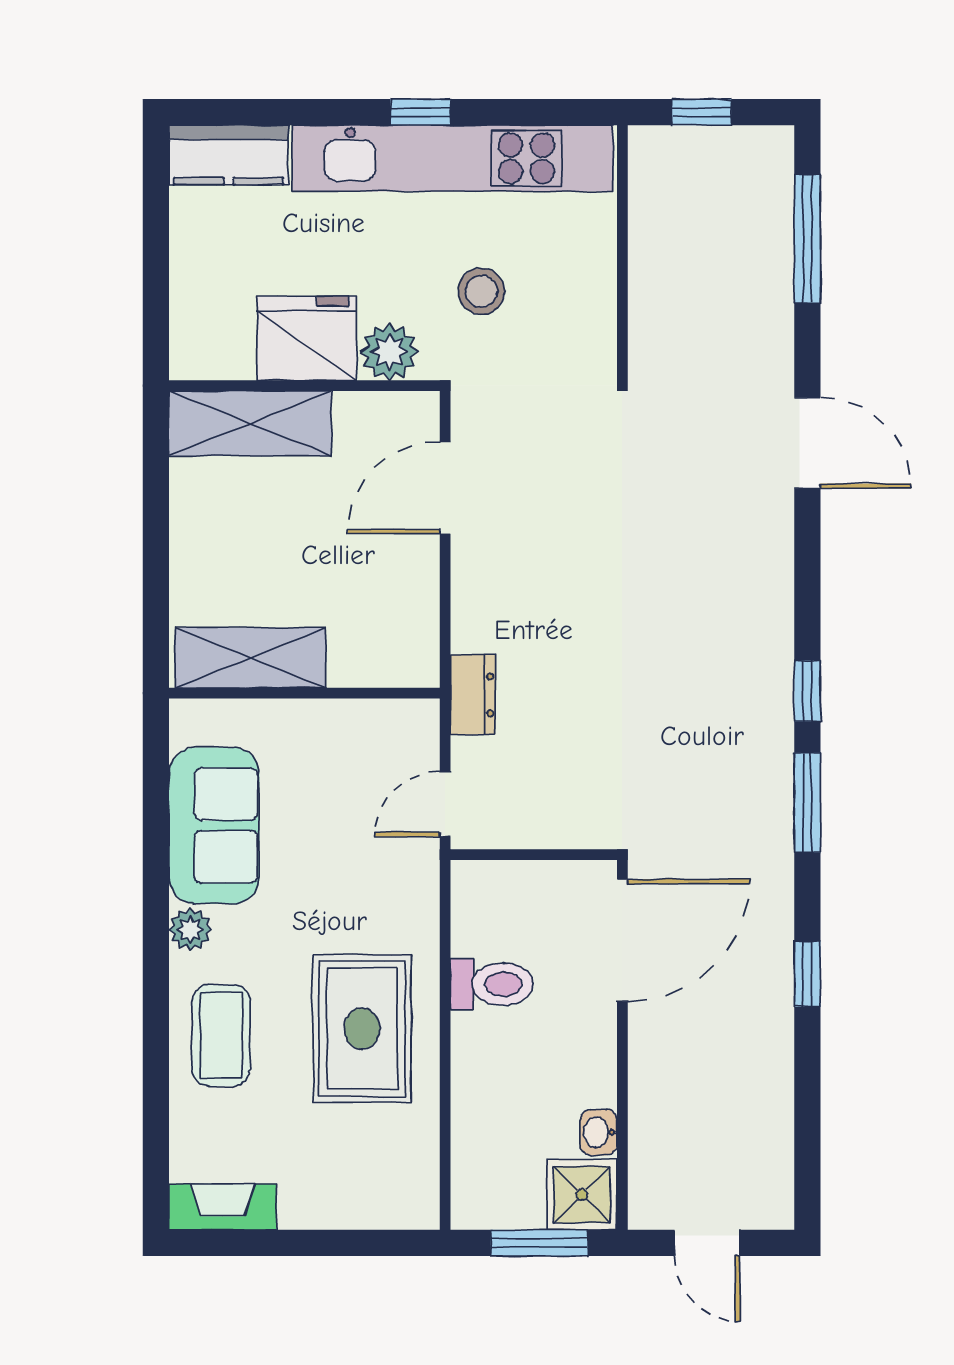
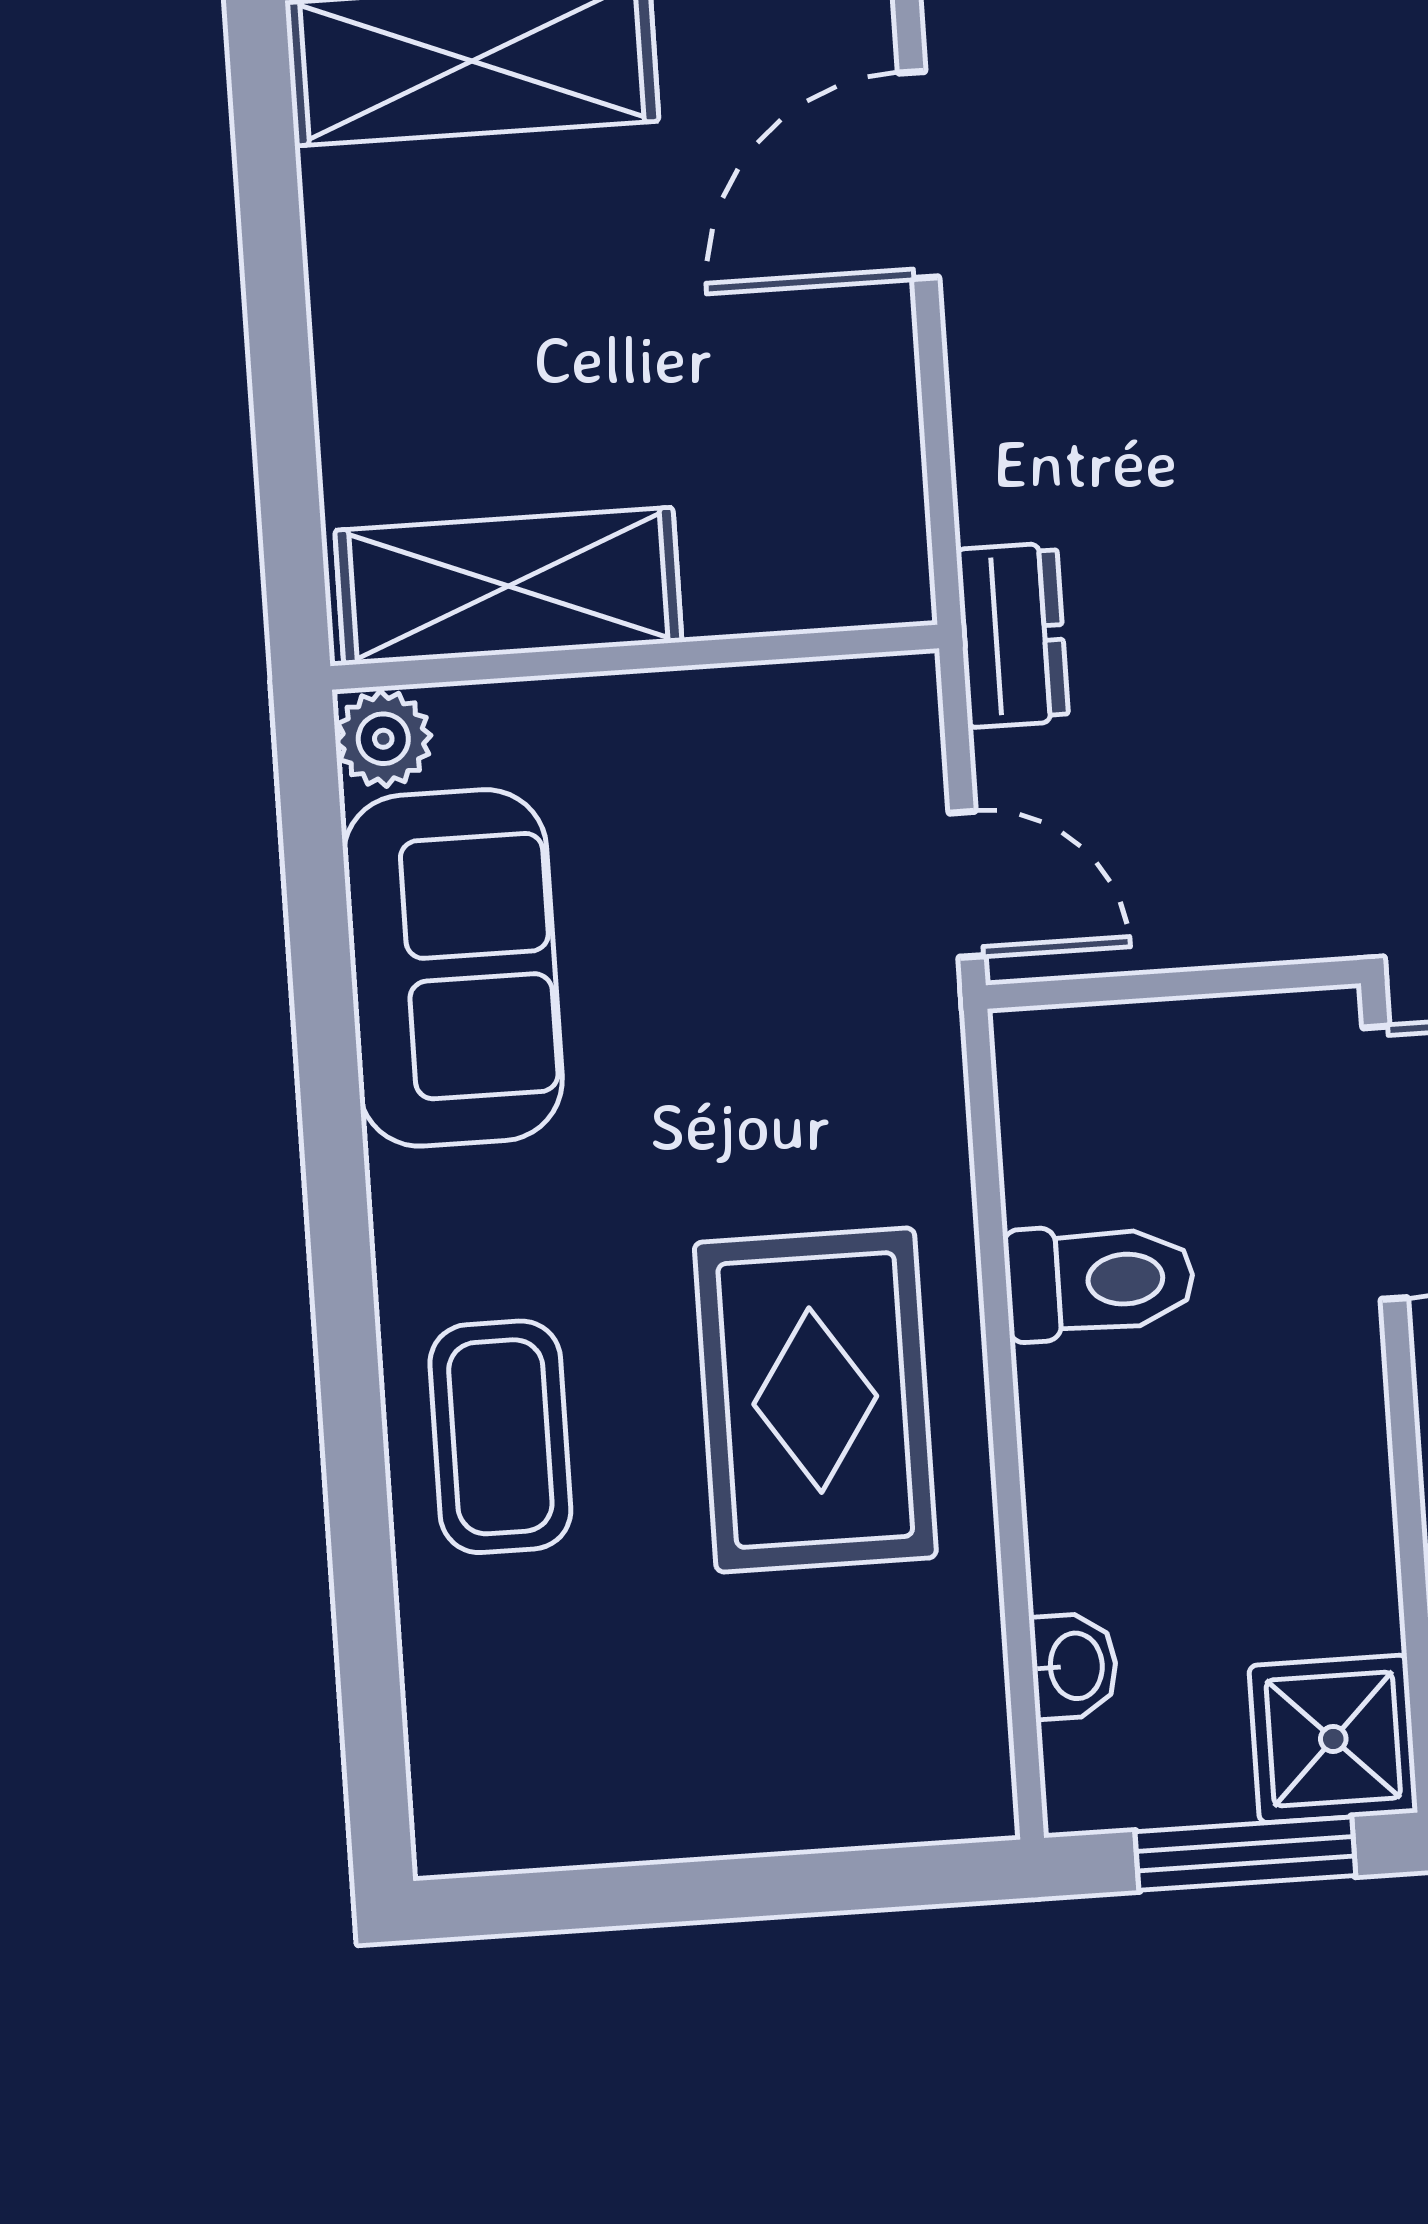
door: (445, 804) -> (967, 884), swing flipped
plant: (190, 929) -> (383, 739), moved
washbasin: (599, 1132) -> (1074, 1666), moved, turned 180
fireplace: (223, 1207) -> (530, 1821), removed

